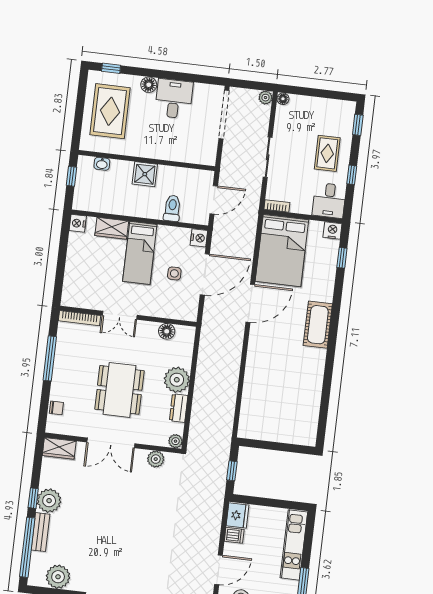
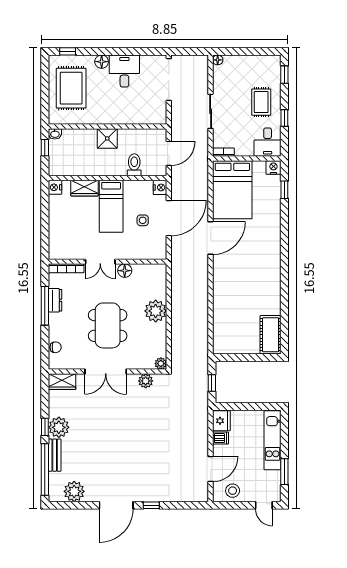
plant: (265, 98) -> (203, 61), removed
washbasin: (102, 164) -> (55, 134), moved
cot: (318, 325) -> (271, 335), moved
floor lamp: (167, 331) -> (125, 271), moved
dresser: (179, 408) -> (55, 300), moved, turned 180

